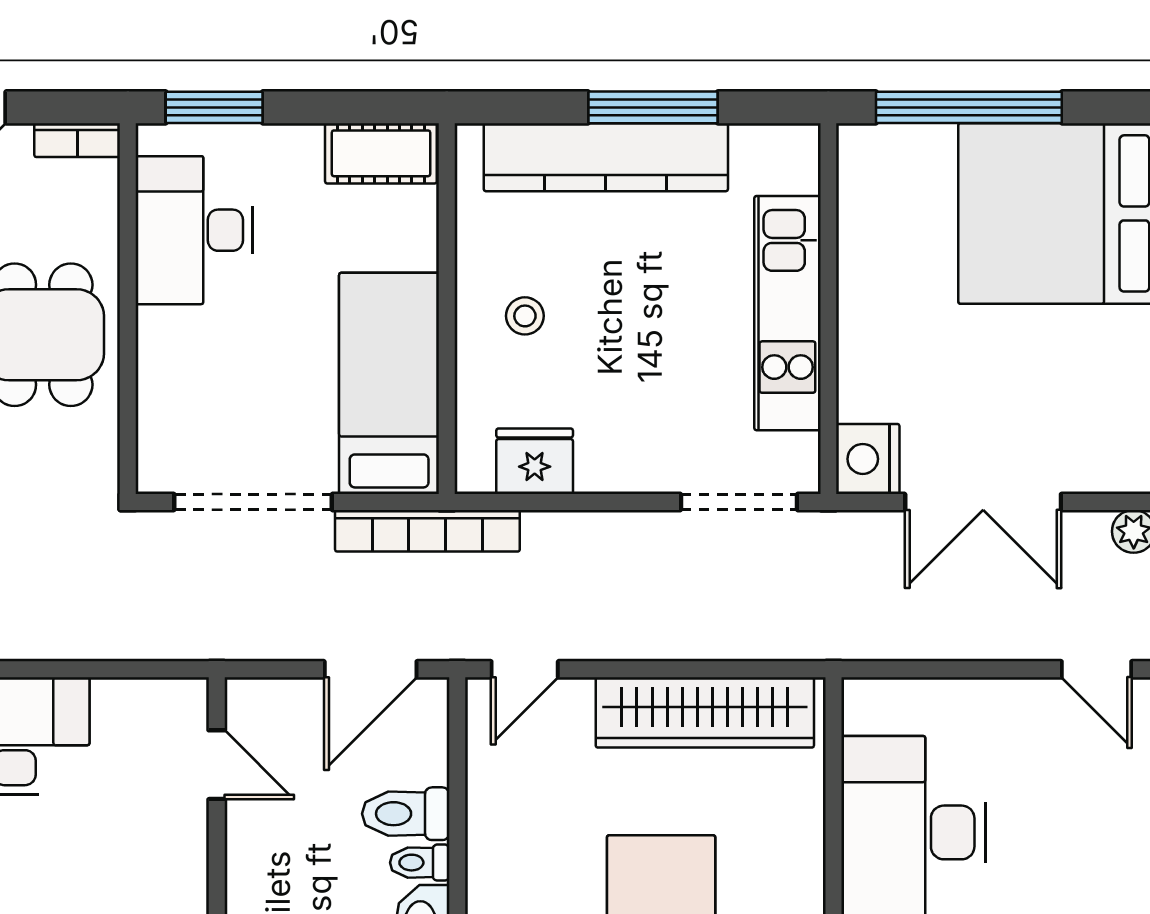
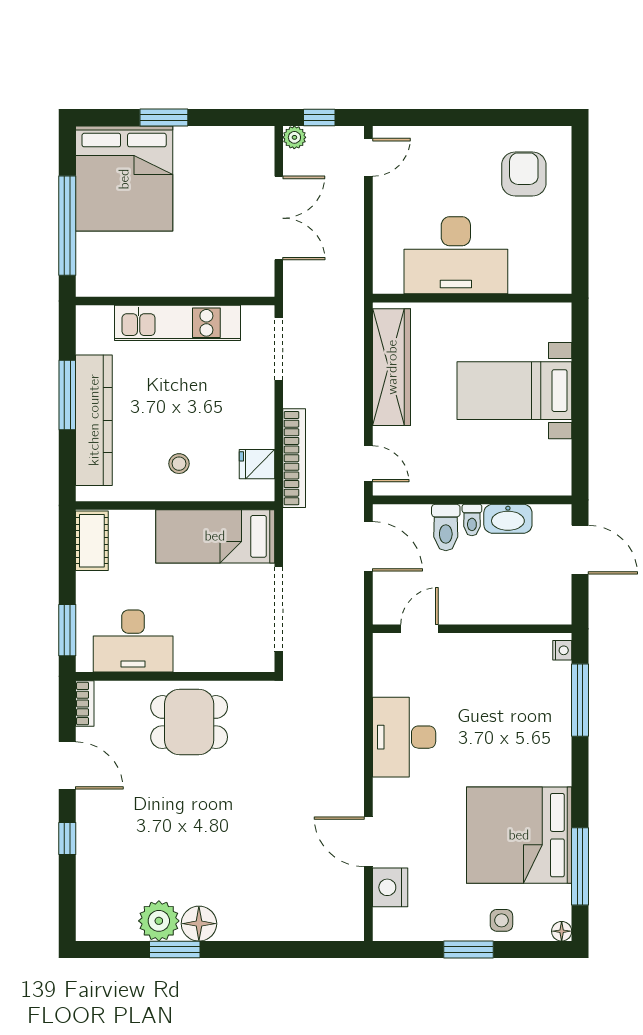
nightstand: (868, 459) -> (256, 280), removed
fridge: (535, 461) -> (257, 464), width x0.72
bookcase: (427, 531) -> (294, 458), moved

